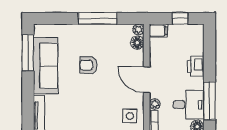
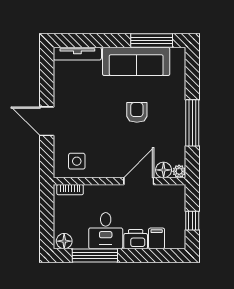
filing cabinet: (158, 31) -> (157, 238), moved, turned 180
door: (147, 80) -> (139, 181), moved
plant: (155, 104) -> (91, 191), removed
desk: (189, 105) -> (106, 231), moved

